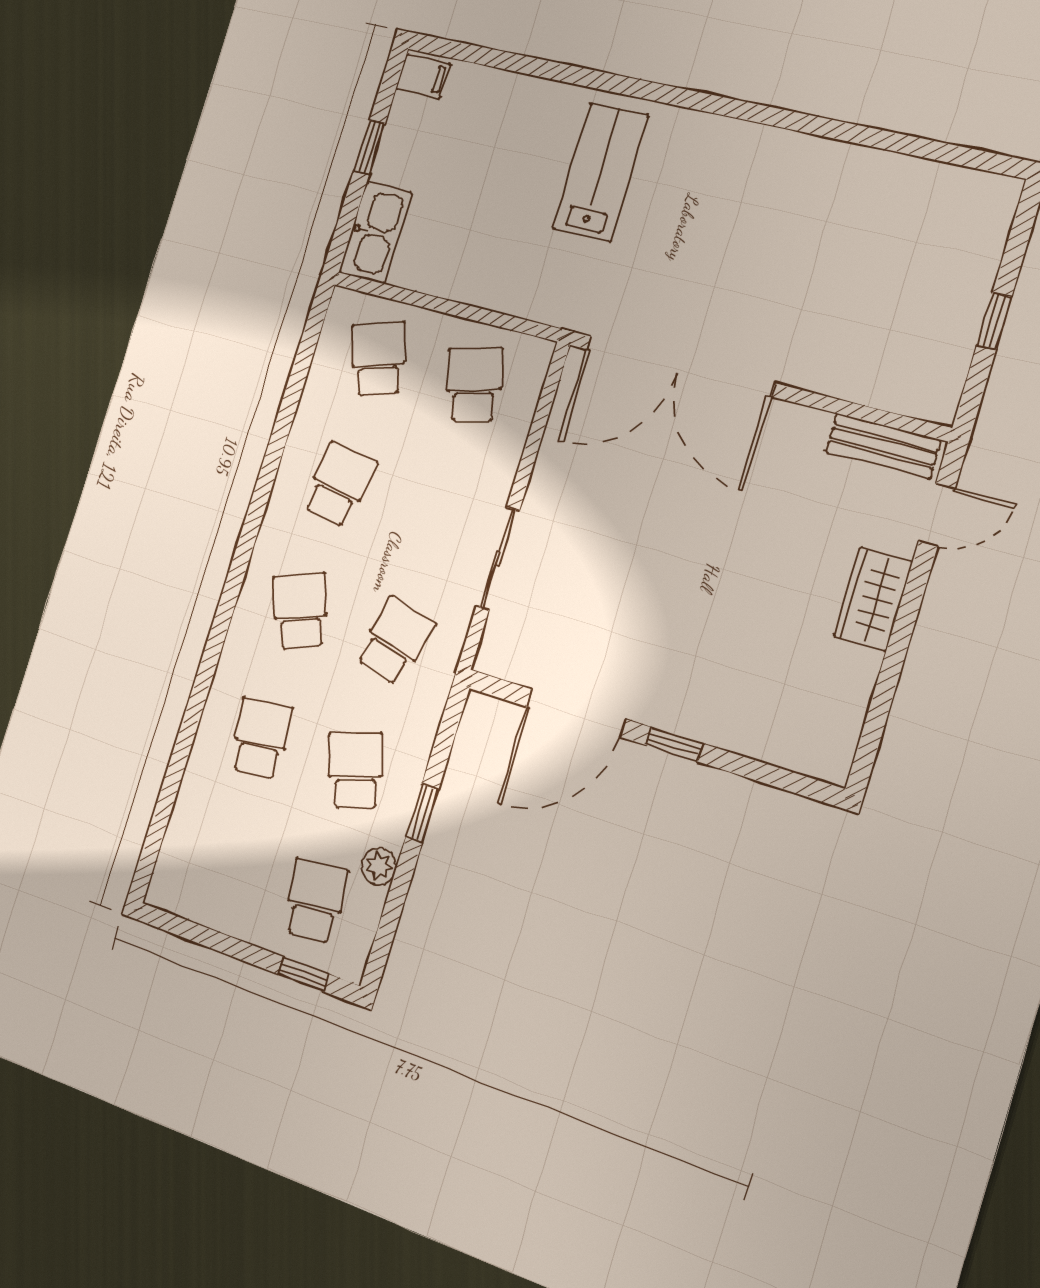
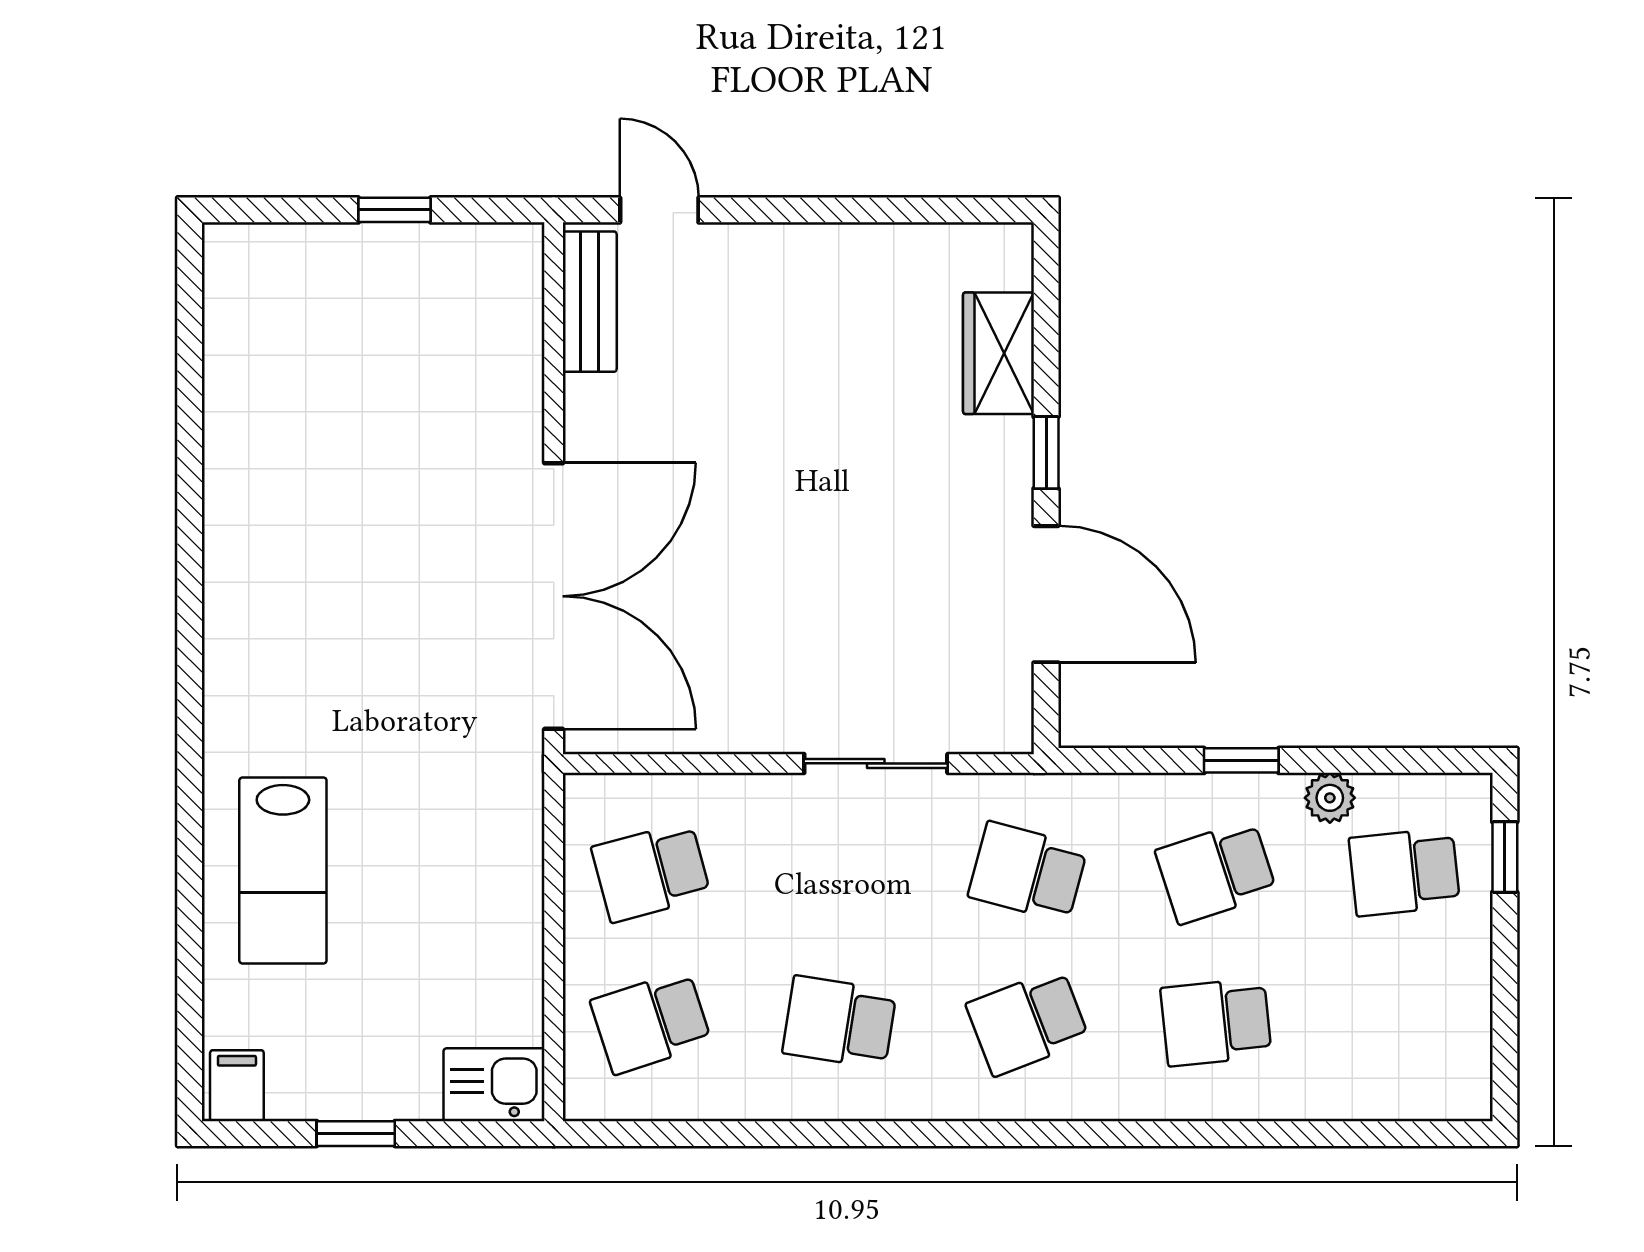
lab bench: (601, 172) -> (283, 871), moved, turned -90
kitchen sink: (375, 233) -> (494, 1085), width x0.73
wardrobe: (873, 599) -> (998, 353), moved, turned 90

